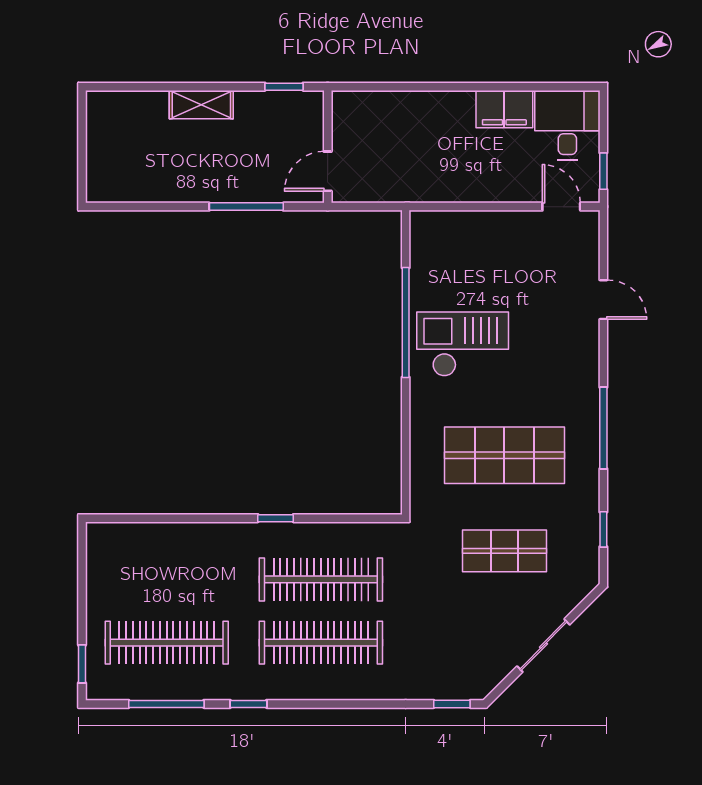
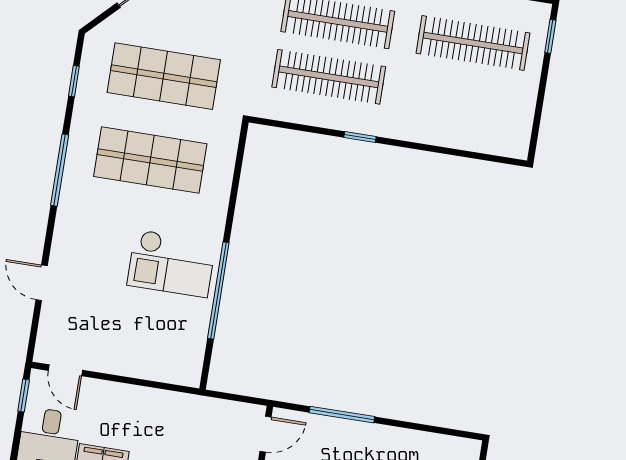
shop shelf: (504, 551) -> (164, 76), width x1.43, depth x1.36

